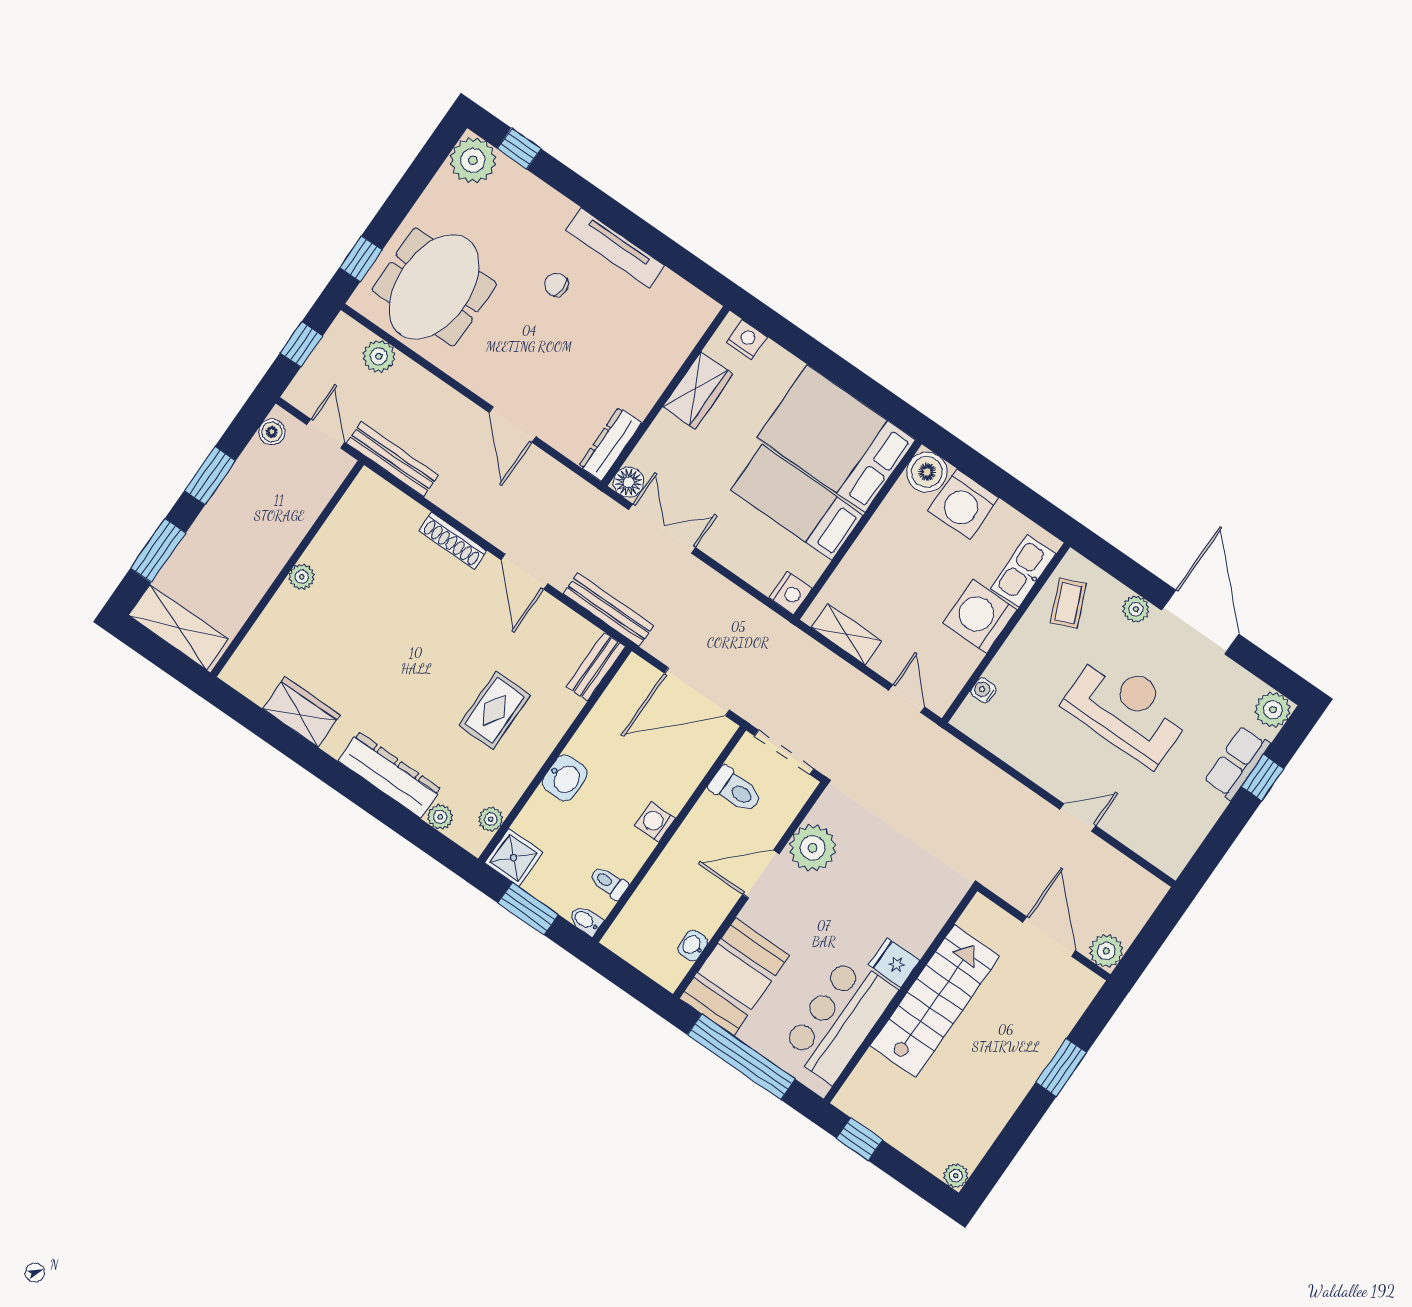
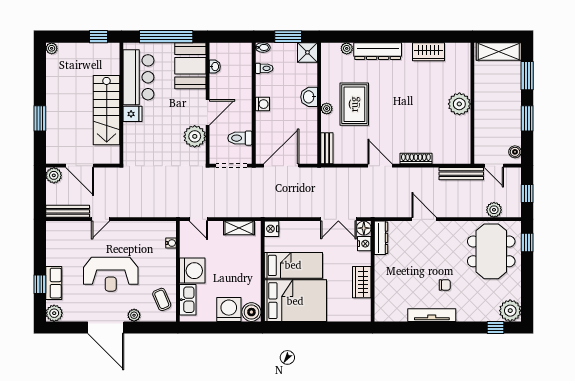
nightstand: (747, 340) -> (364, 244), moved, turned -90
plant: (302, 577) -> (459, 104), width x1.88, depth x1.88
bench: (608, 610) -> (68, 211), moved
rug: (495, 710) -> (354, 104), width x1.36, depth x1.43
plant: (491, 819) -> (327, 109), moved

